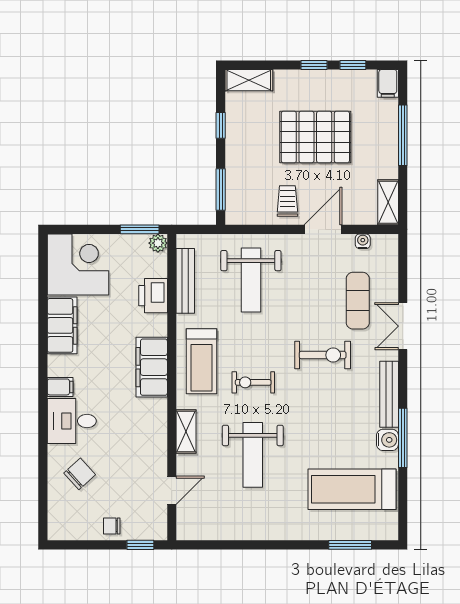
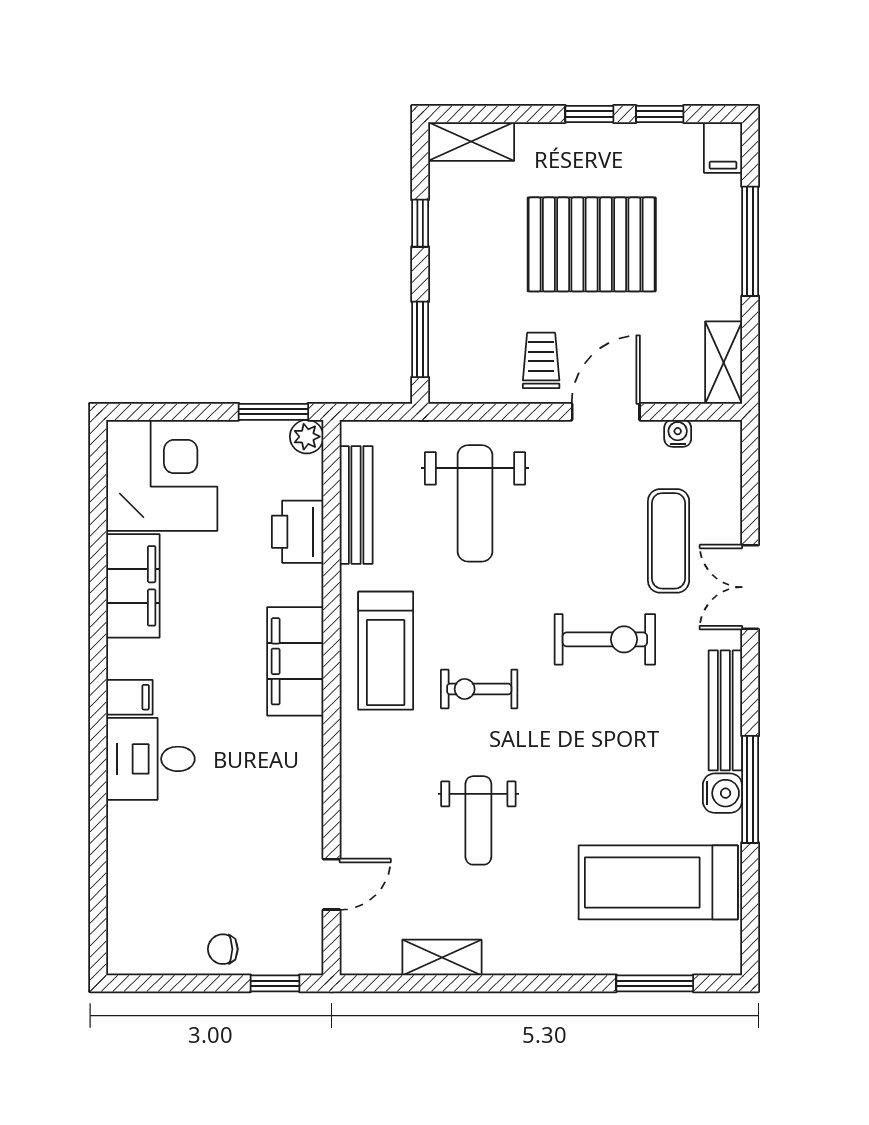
shelving: (186, 432) -> (442, 957), moved, turned 90
weight bench: (253, 455) -> (478, 820), width x0.73, depth x0.75
chair: (80, 474) -> (165, 855), removed

